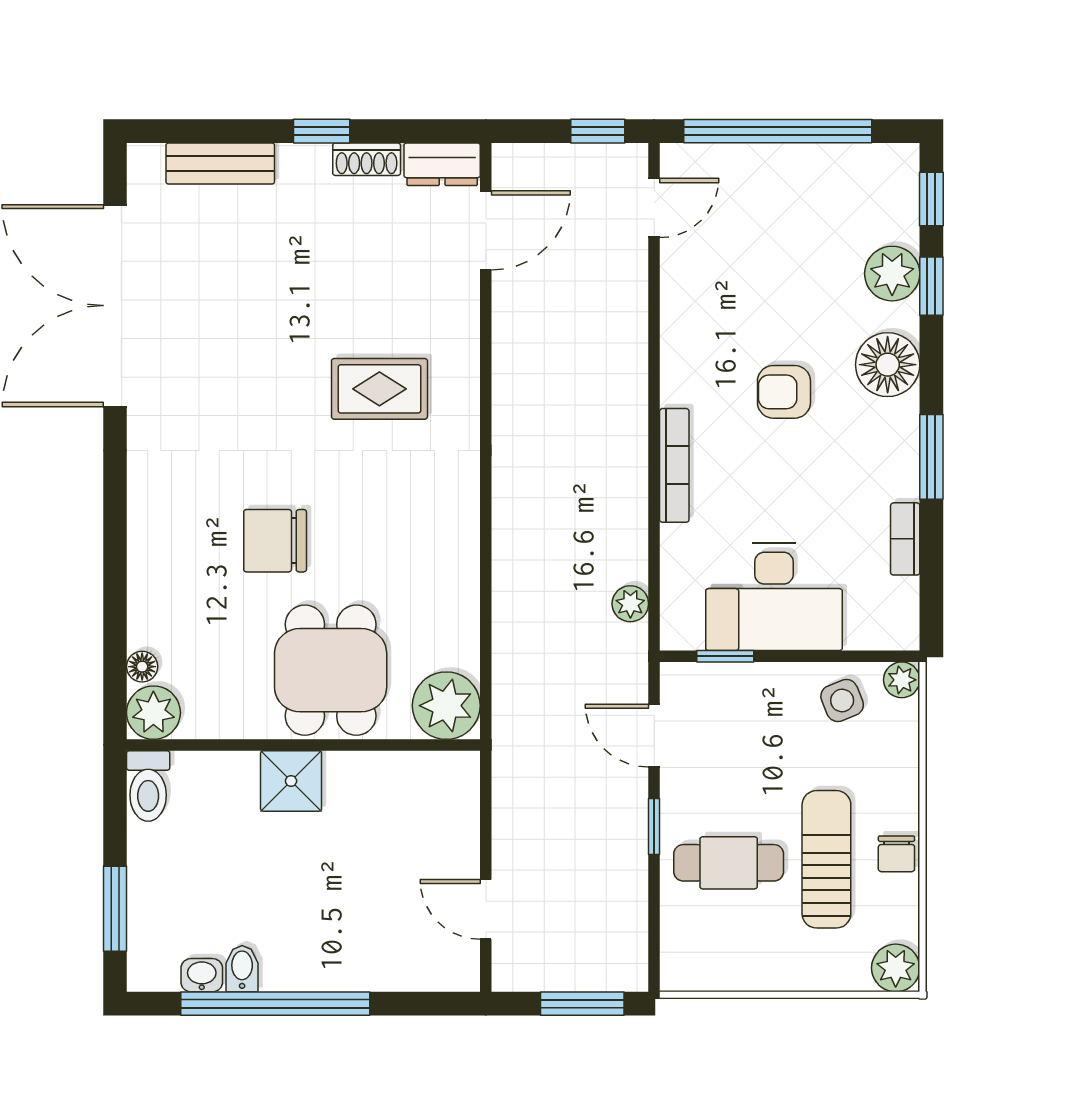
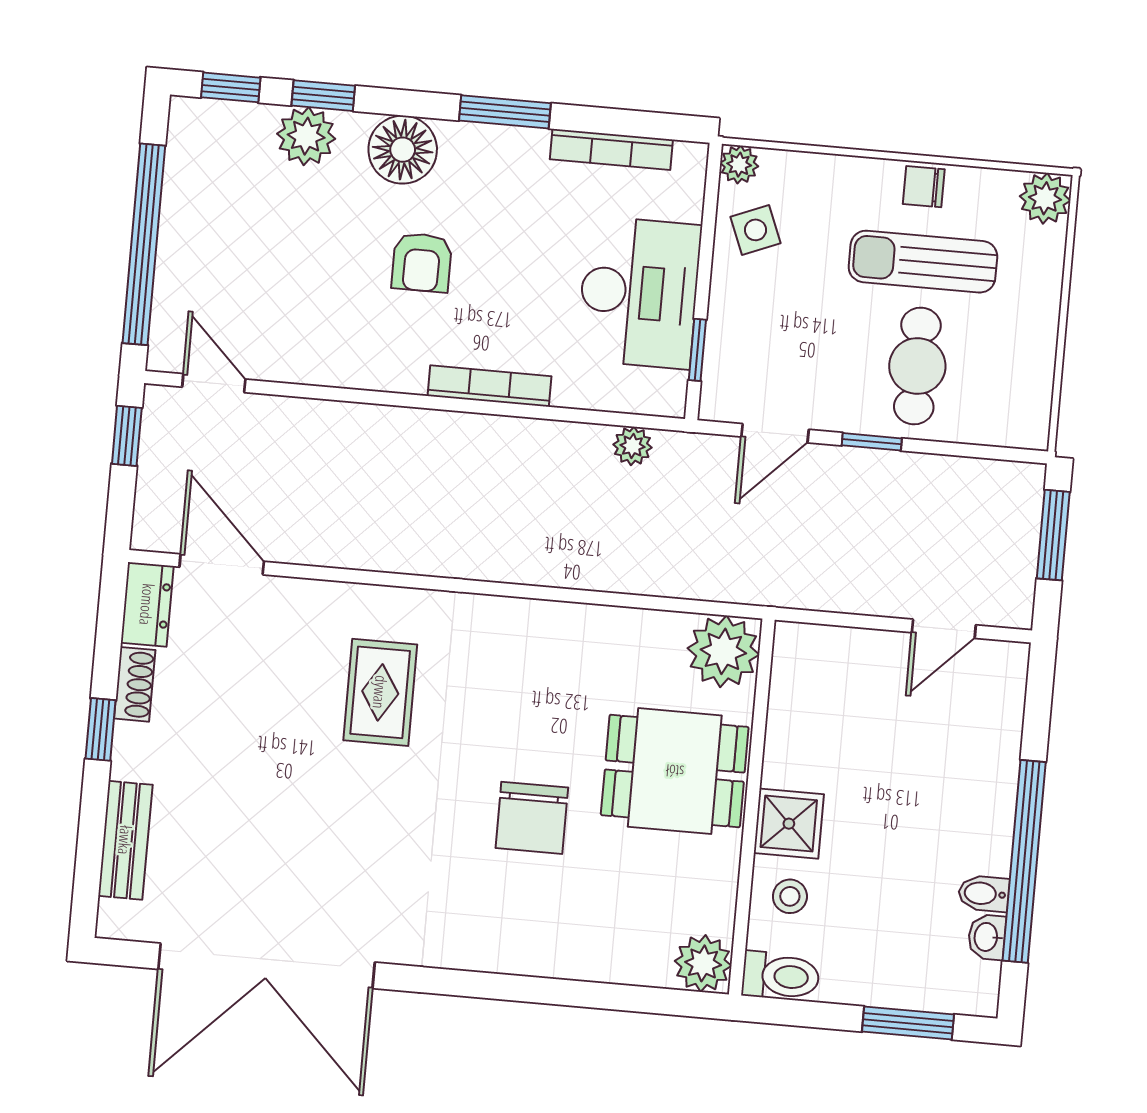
bookcase: (905, 539) -> (611, 149), width x1.56
floor lamp: (142, 667) -> (653, 971), removed
stool: (223, 788) -> (790, 896), added
chair: (896, 854) -> (924, 187), turned 180

